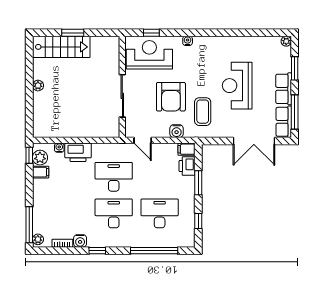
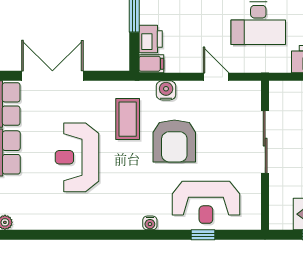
reception desk: (237, 86) -> (77, 157), turned 180
wall: (122, 87) -> (265, 155), moved
sliding door: (122, 96) -> (265, 142), moved
armchair: (171, 97) -> (174, 141), turned 180

